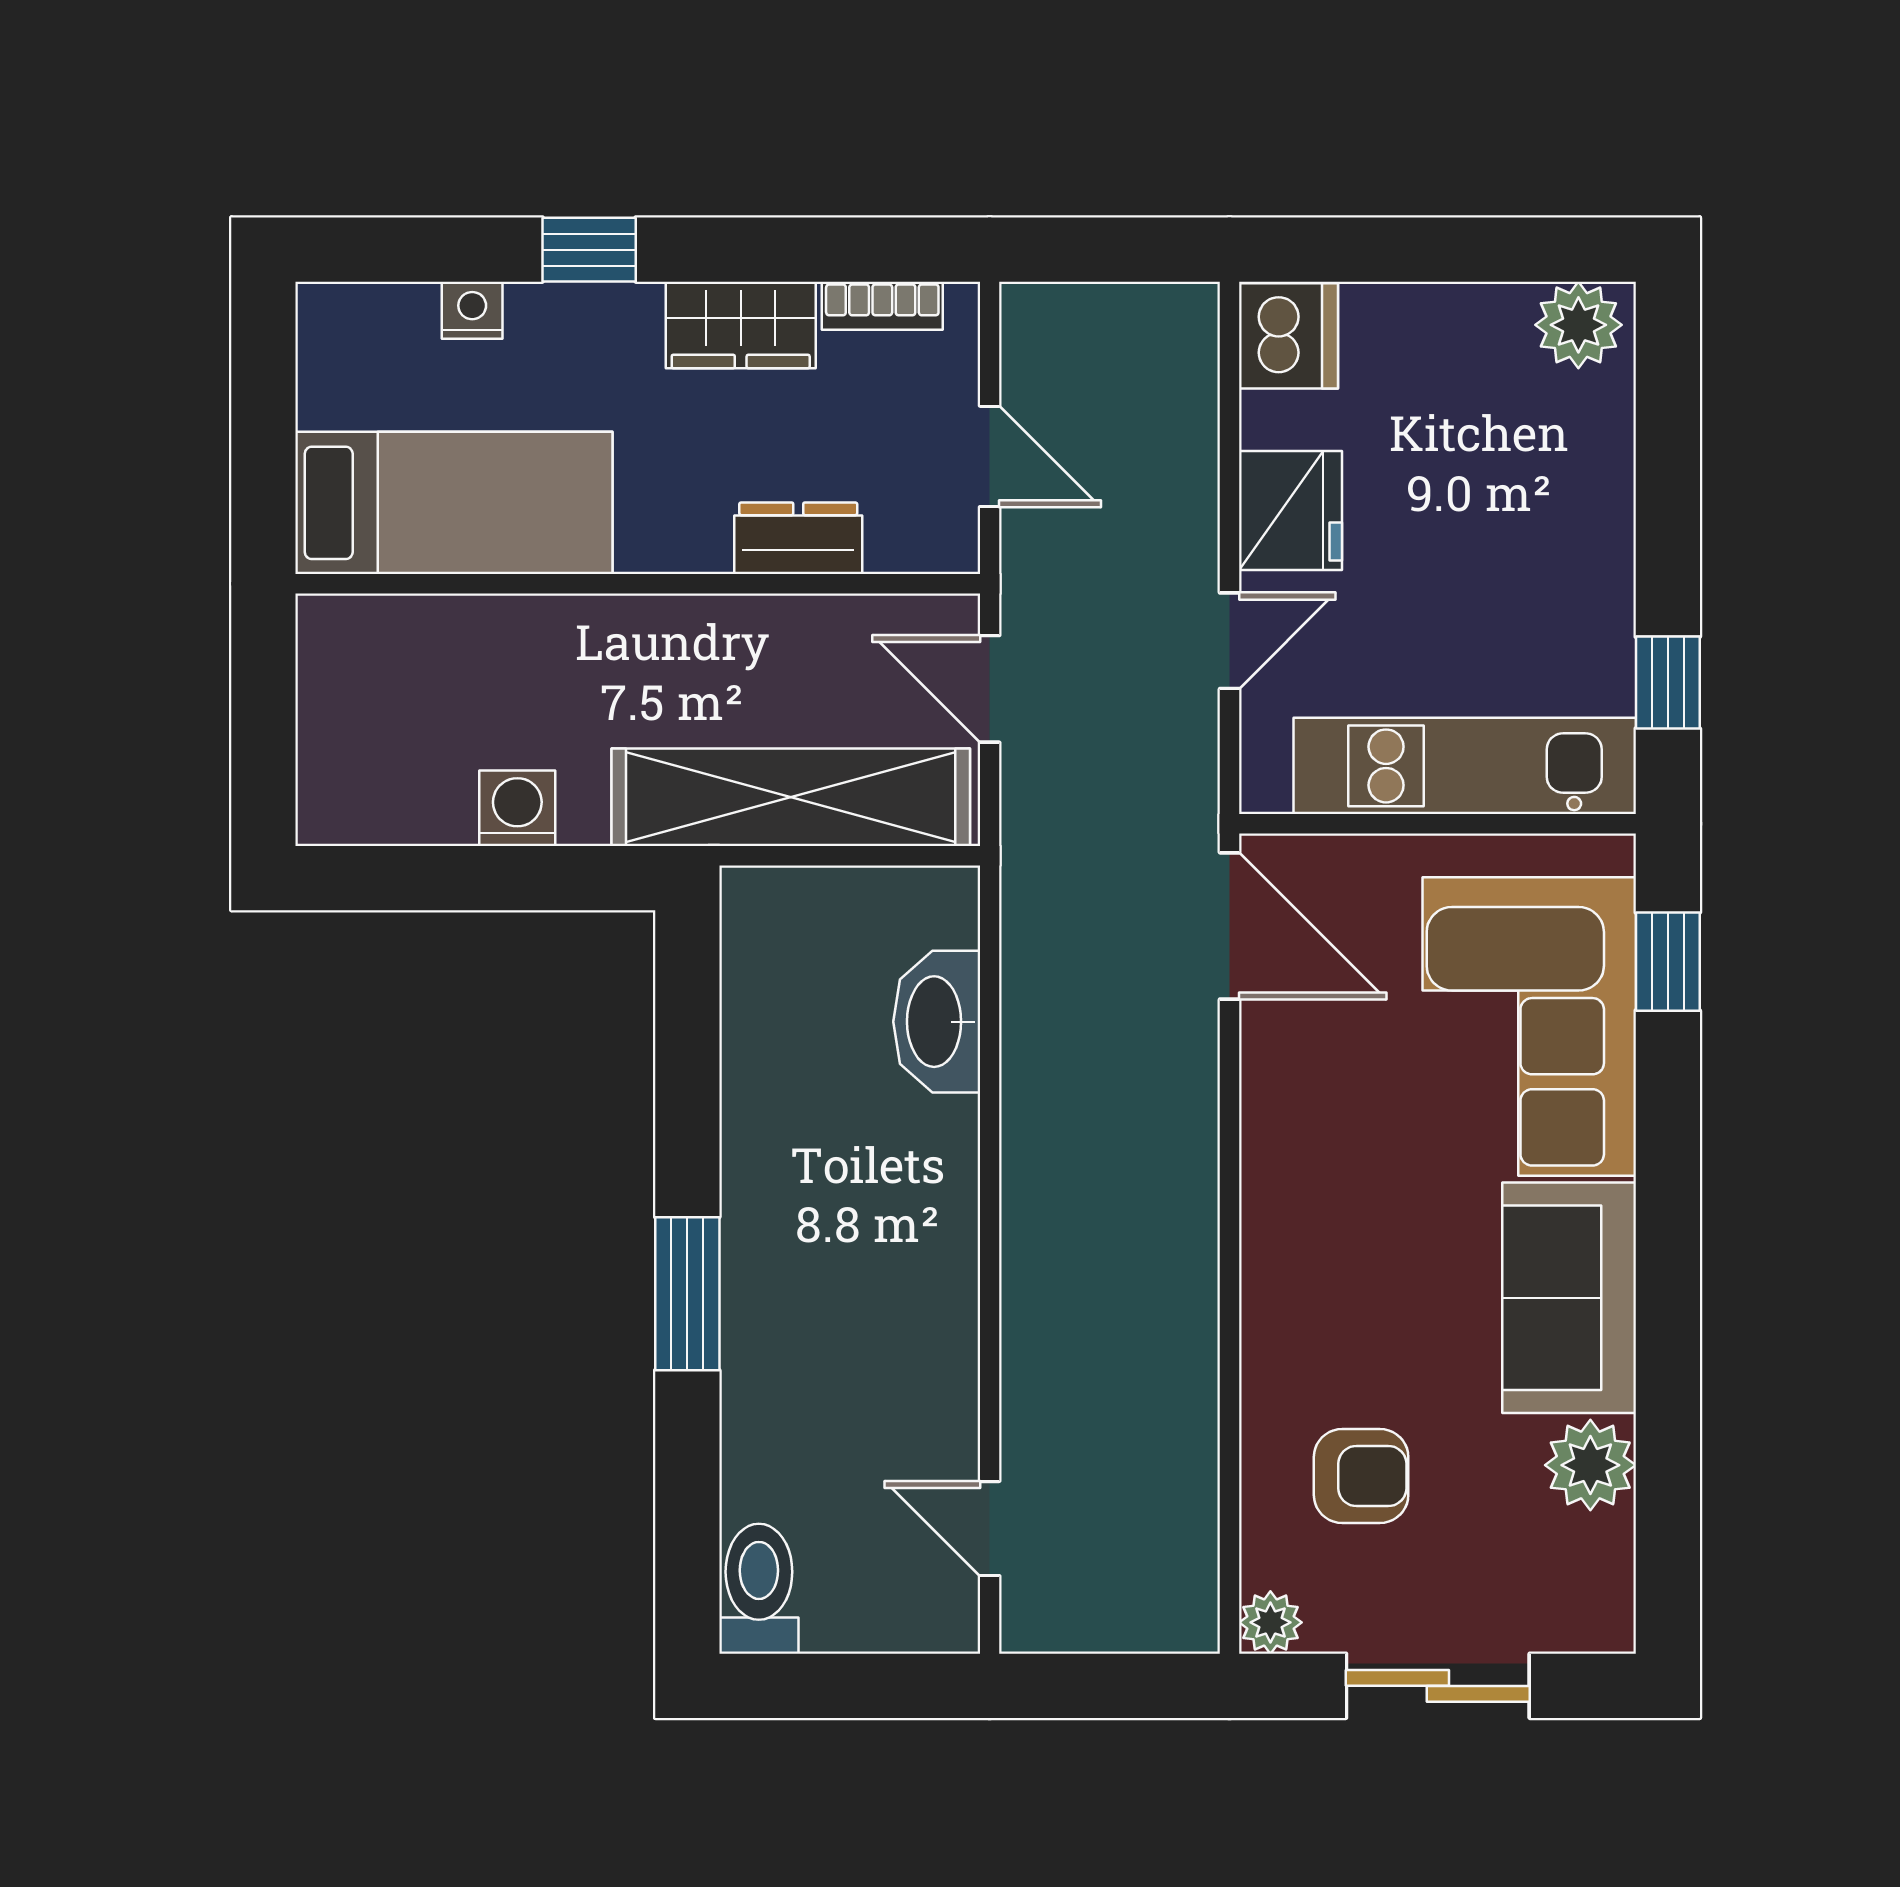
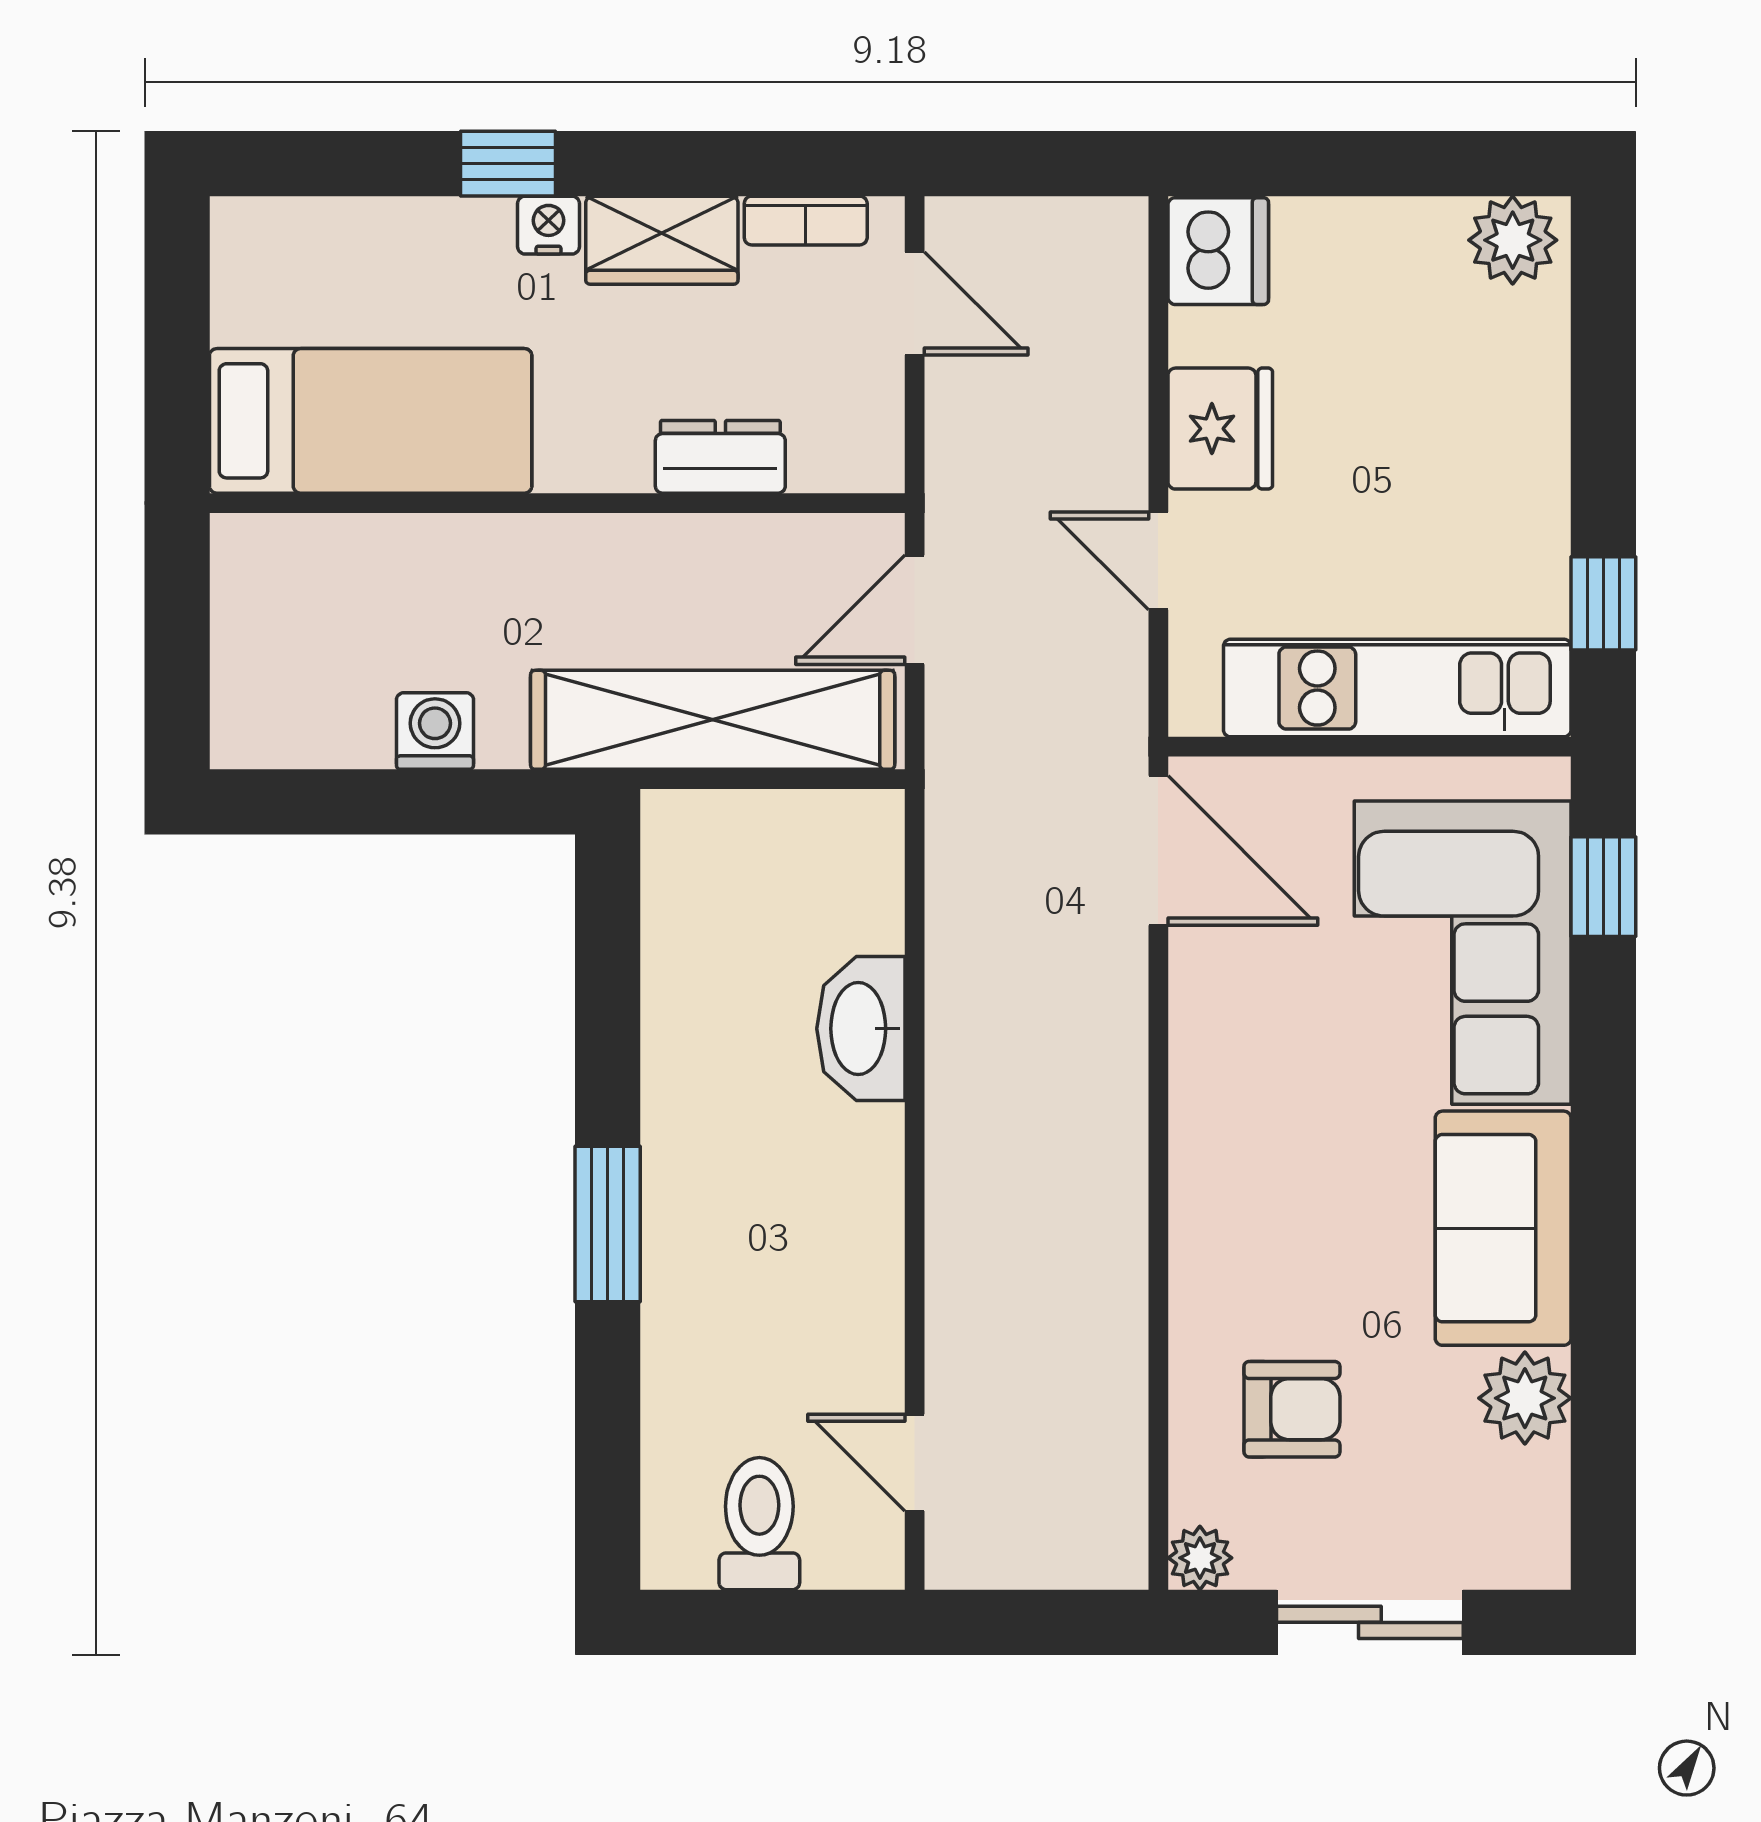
nightstand: (472, 310) -> (548, 225), moved
door: (990, 456) -> (915, 303), moved
door: (1230, 641) -> (1158, 561), swing flipped
door: (990, 689) -> (915, 610), hinge flipped
washbasin: (937, 1022) -> (861, 1029), moved
toilet: (759, 1589) -> (759, 1524), moved

